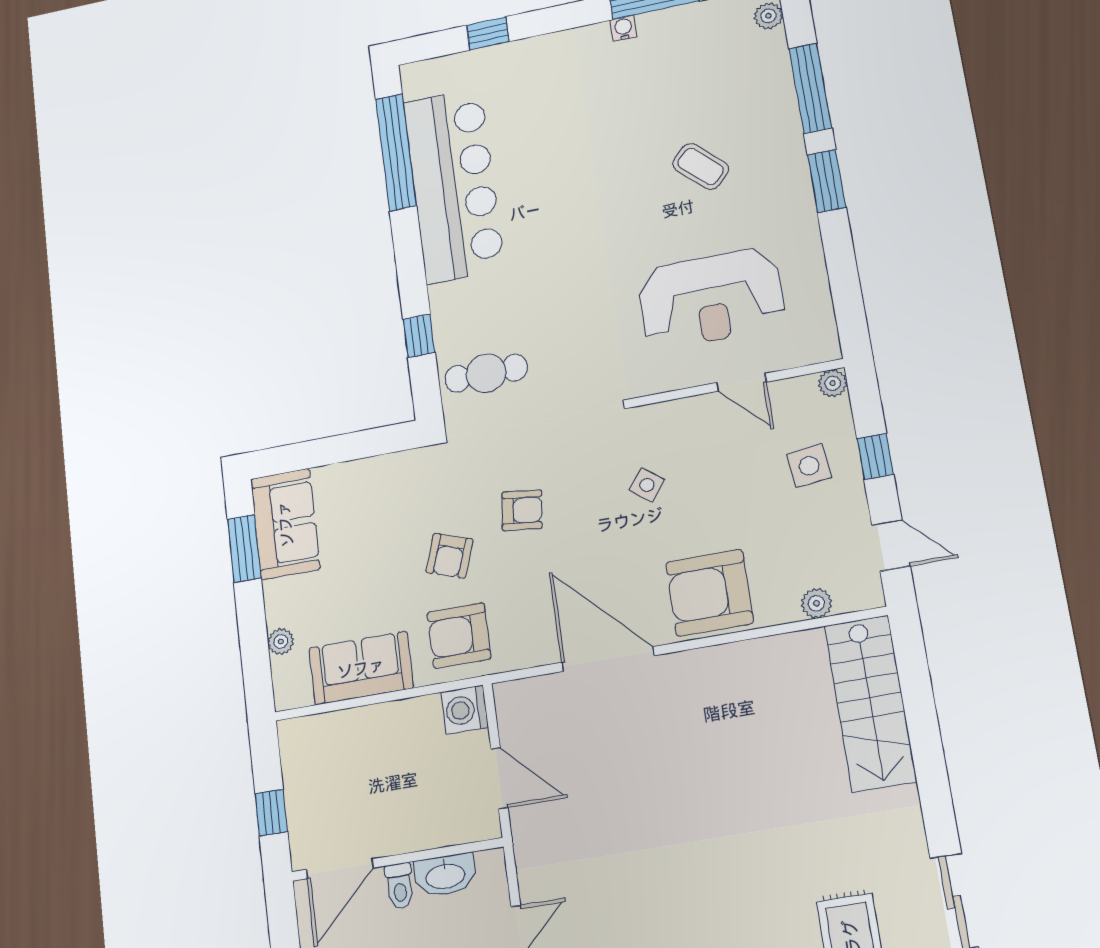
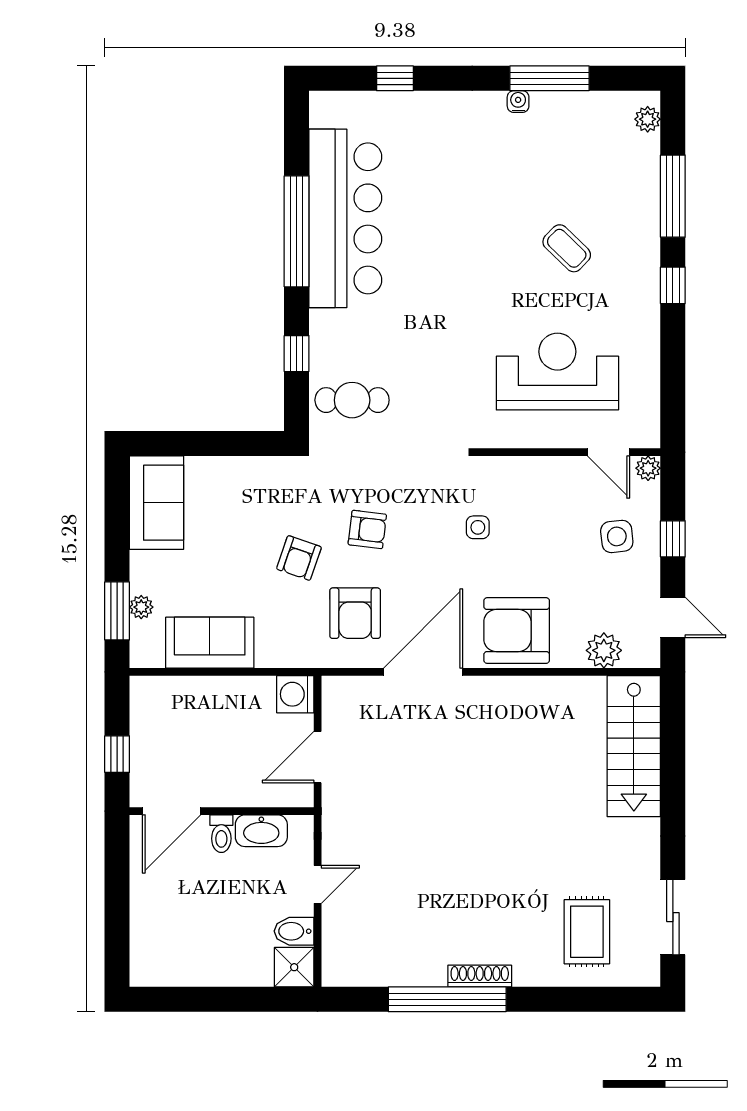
window: (396, 152) -> (297, 231), moved
window: (827, 181) -> (673, 285), width x0.67
reception desk: (711, 298) -> (557, 372), turned 180
door: (741, 382) -> (608, 452), moved
side table: (647, 485) -> (478, 527), turned -38
window: (244, 548) -> (117, 611), moved
plant: (816, 603) -> (604, 650), width x1.38, depth x1.38
armchair: (459, 636) -> (355, 613), moved, turned -90
door: (608, 659) -> (423, 672), hinge flipped
door: (499, 778) -> (318, 757), swing flipped

